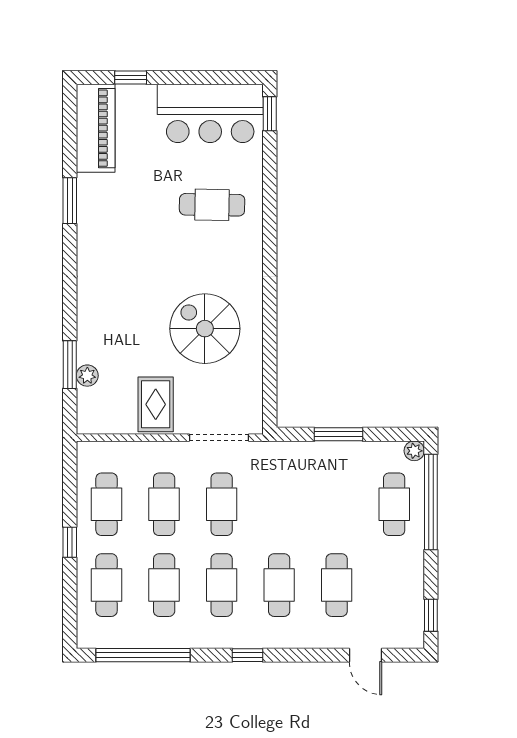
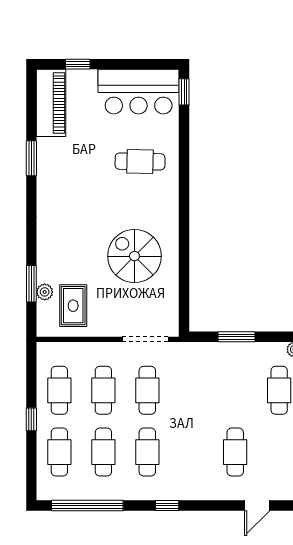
rug: (156, 404) -> (73, 306), moved
cafe table: (279, 585) -> (191, 452), removed
door: (366, 655) -> (257, 506), hinge flipped

